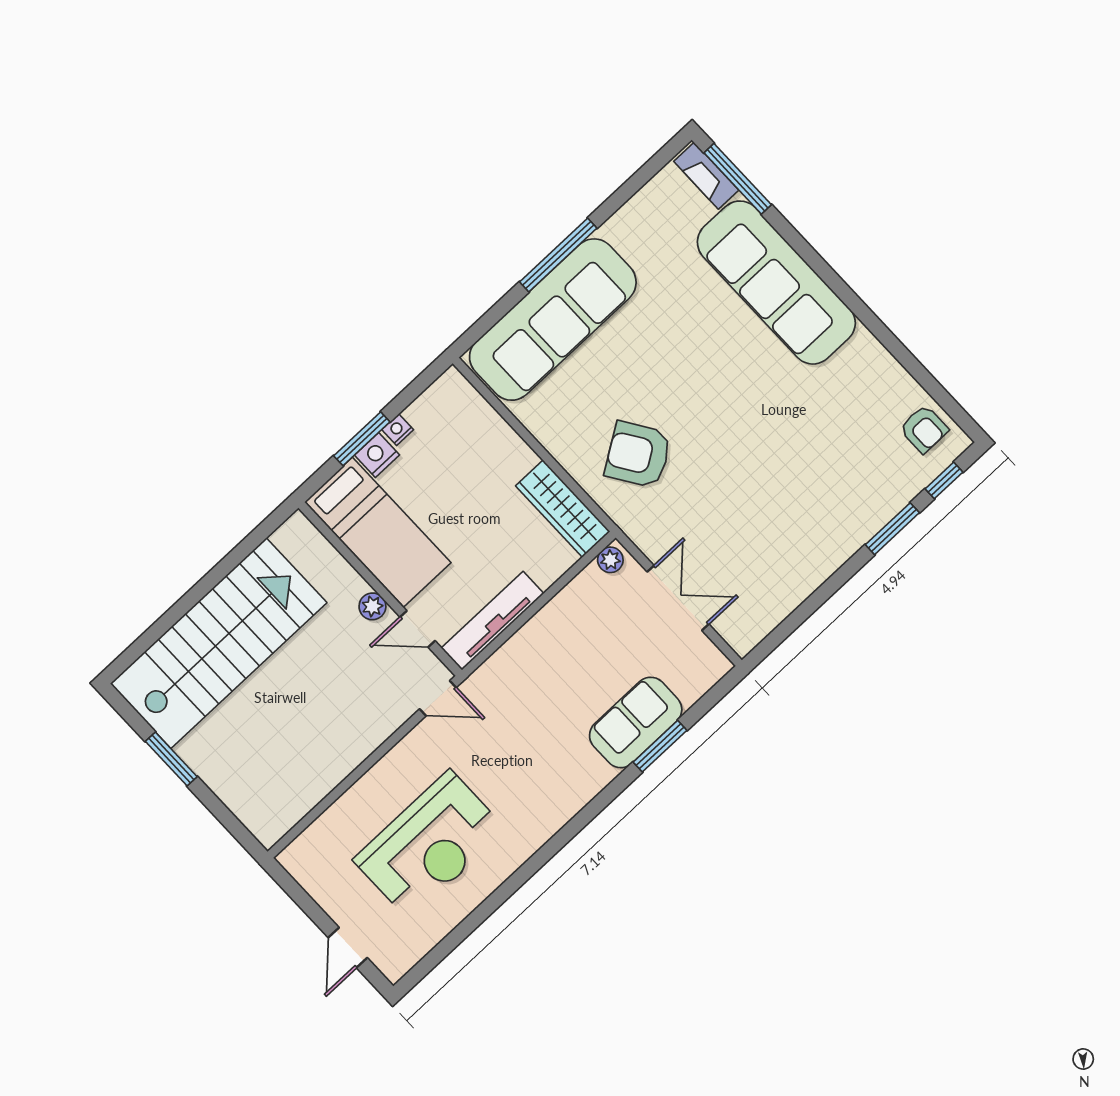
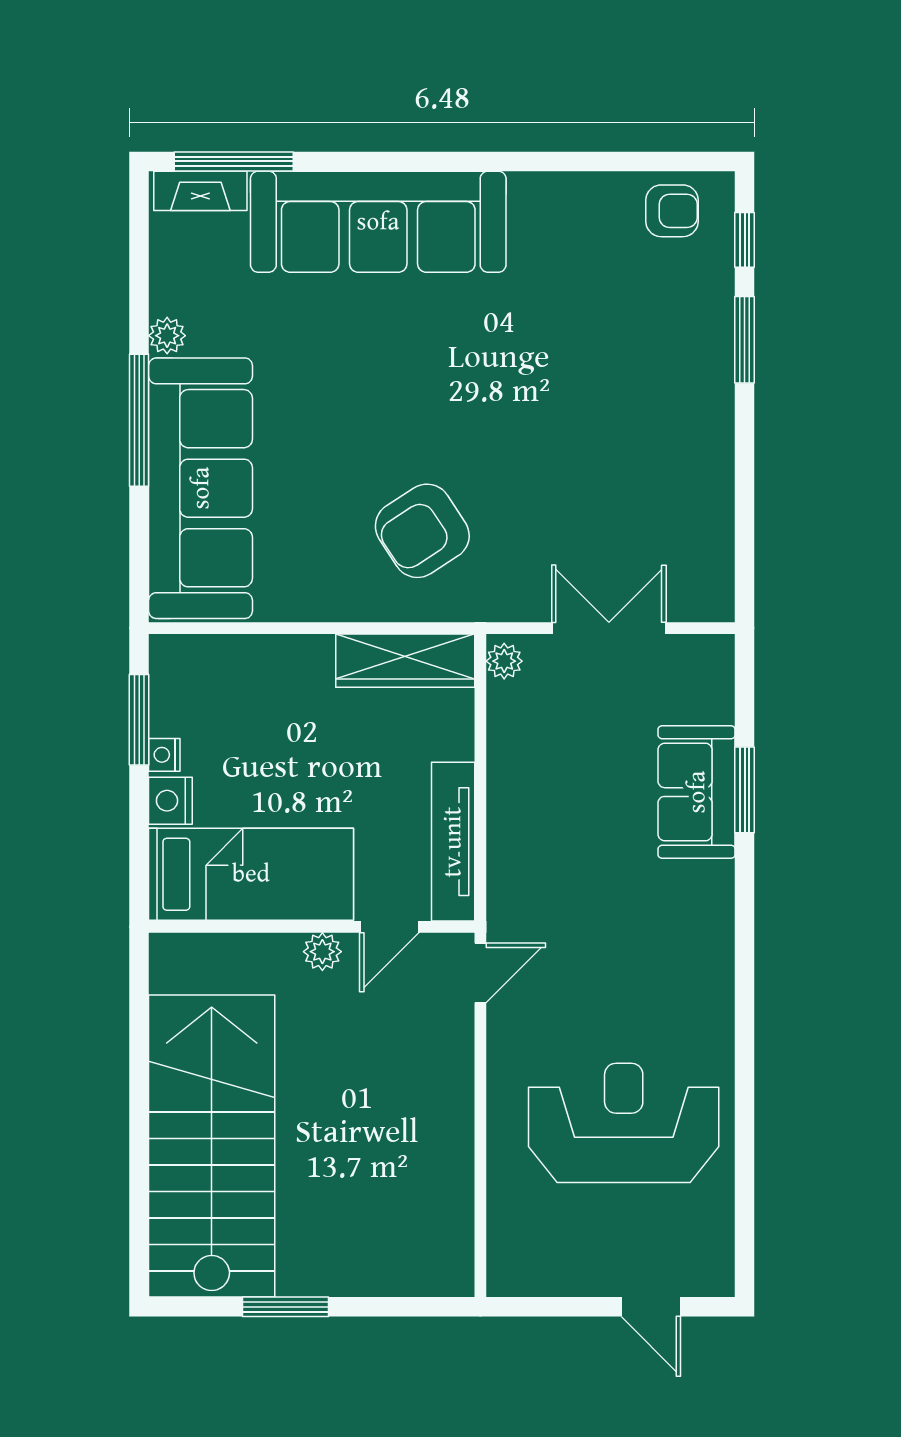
plant: (615, 229) -> (167, 336), added
window: (362, 439) -> (139, 720), moved
reception desk: (430, 845) -> (624, 1123), turned -90

